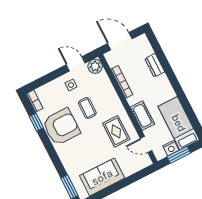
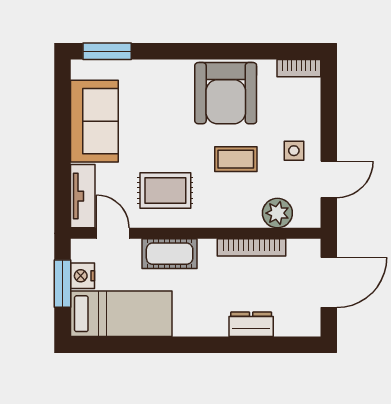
plant: (95, 66) -> (277, 213), moved
window: (36, 122) -> (258, 51), removed
door: (146, 144) -> (113, 233), hinge flipped
tv unit: (137, 165) -> (83, 196), added

